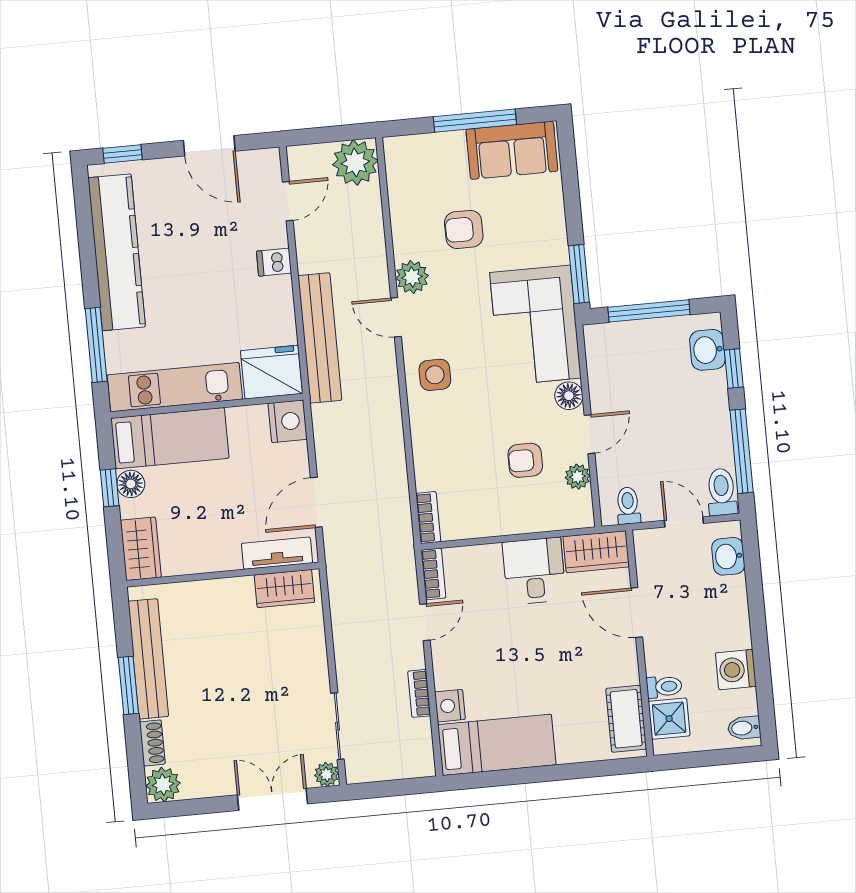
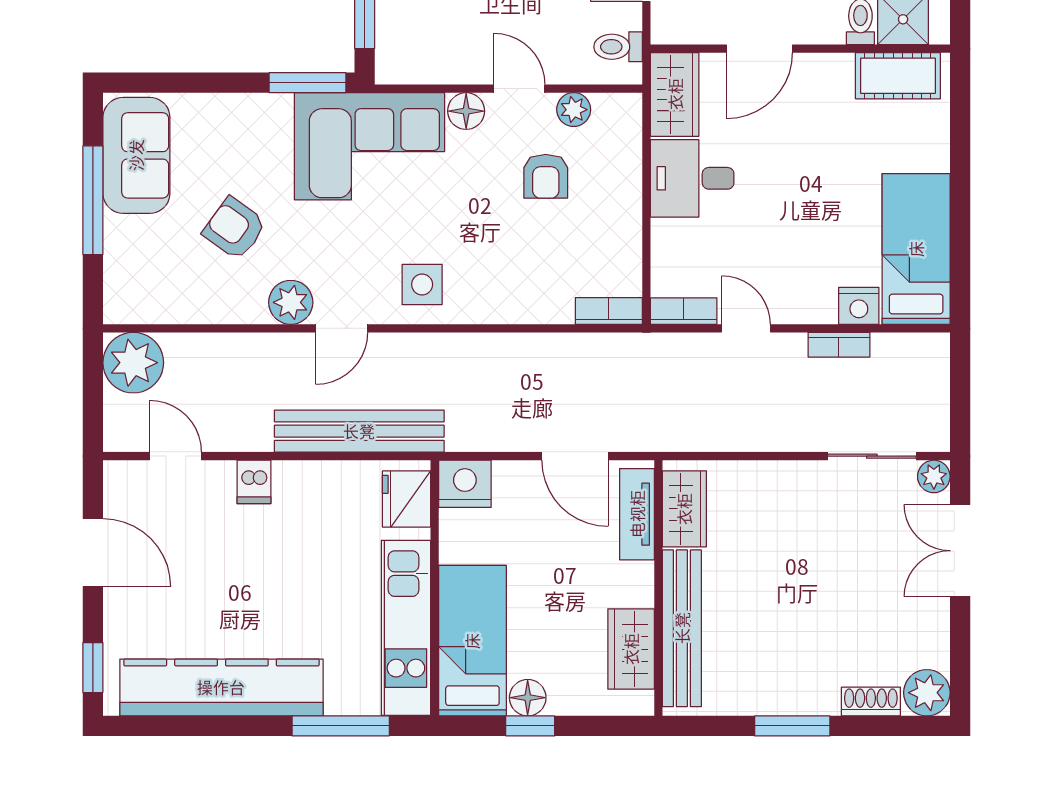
door: (209, 146) -> (93, 553), hinge flipped
armchair: (464, 229) -> (235, 228), turned 126
fridge: (271, 372) -> (406, 499), width x0.73, depth x0.75
wardrobe: (141, 549) -> (631, 649), moved, turned -90
bench: (148, 659) -> (682, 628), moved, turned 90

